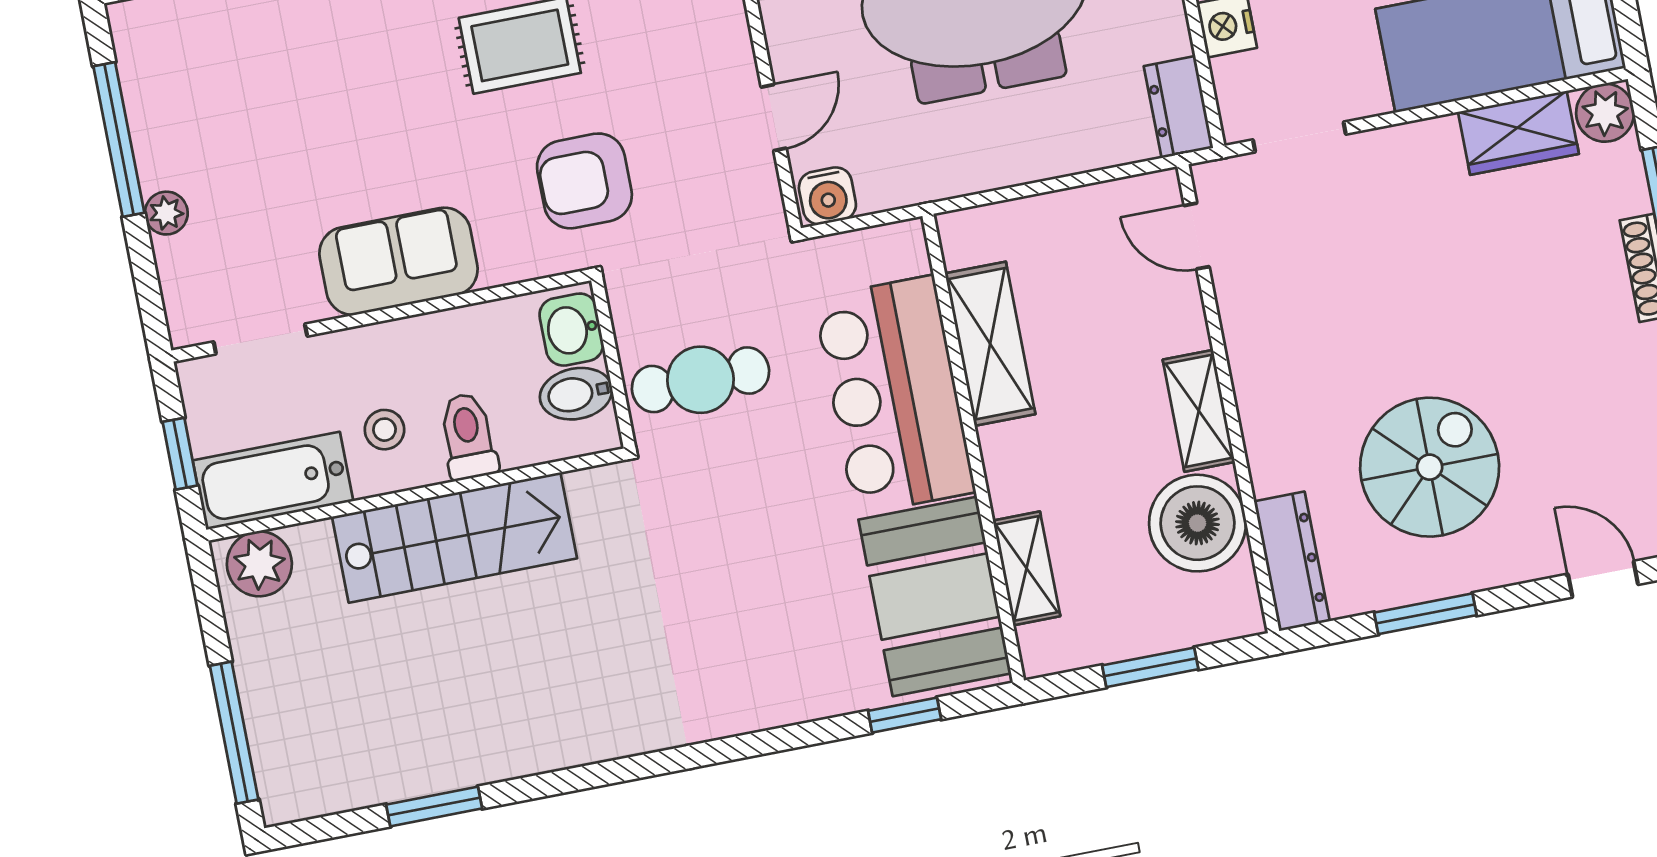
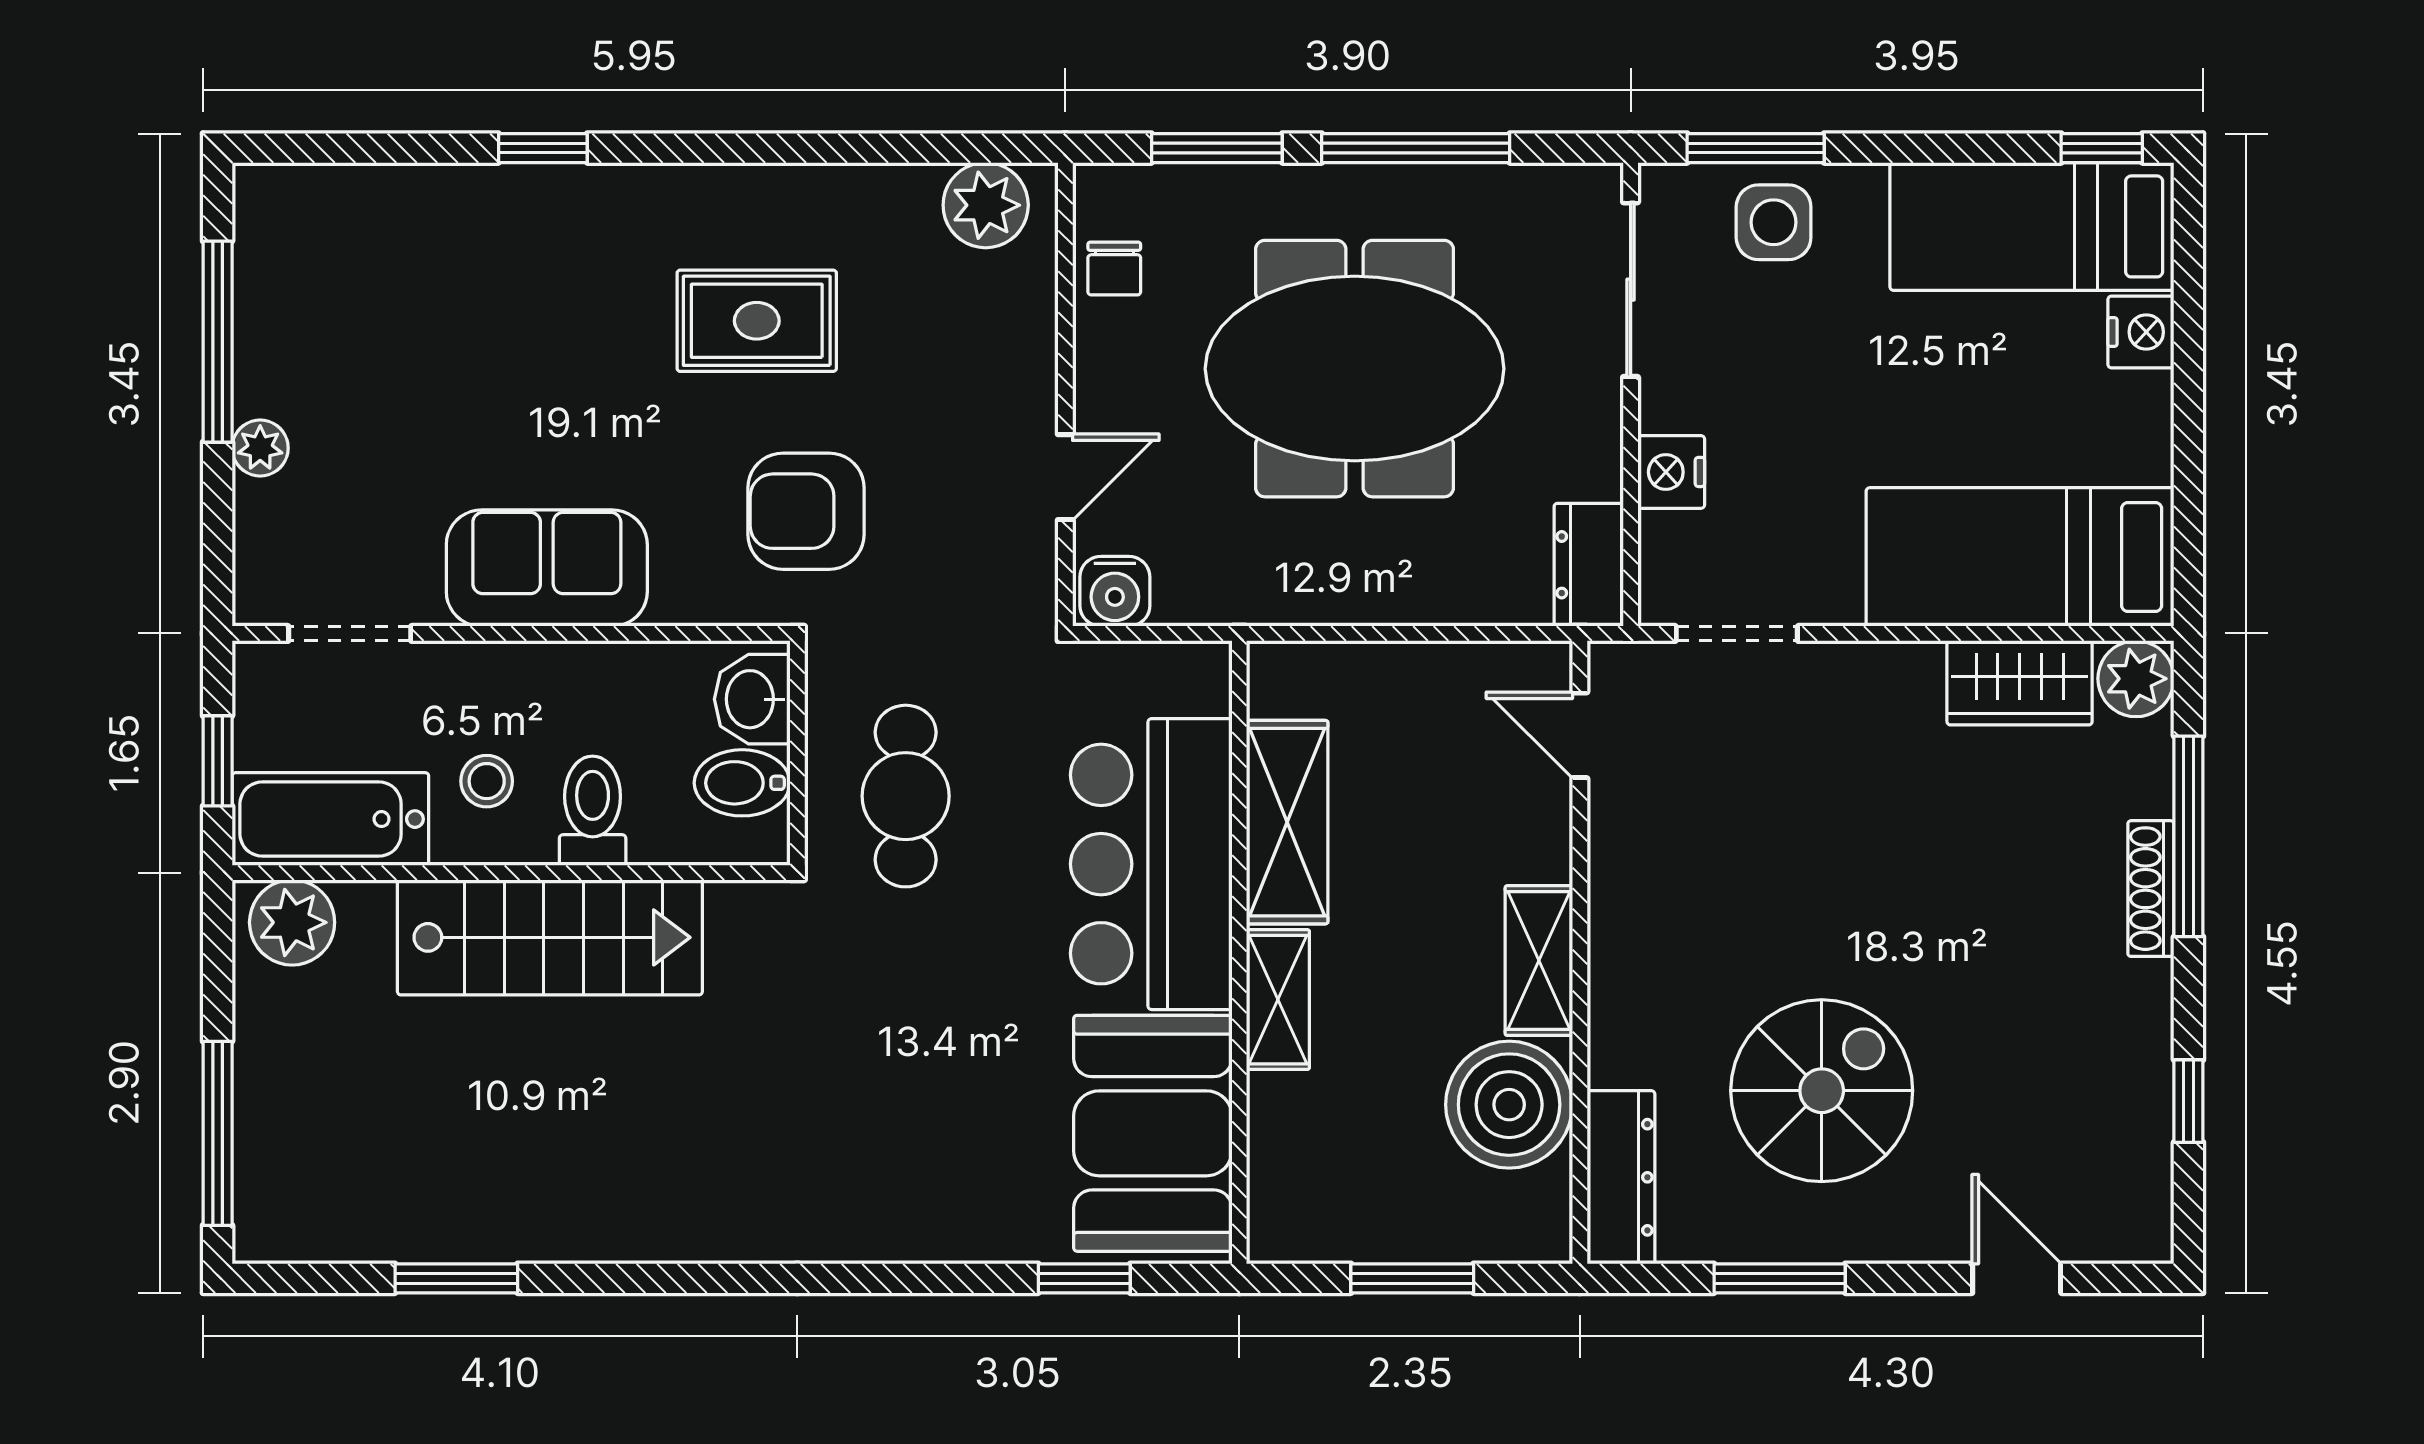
cafe table: (700, 380) -> (906, 796), turned 90
shelving: (1027, 568) -> (1278, 1000), moved

